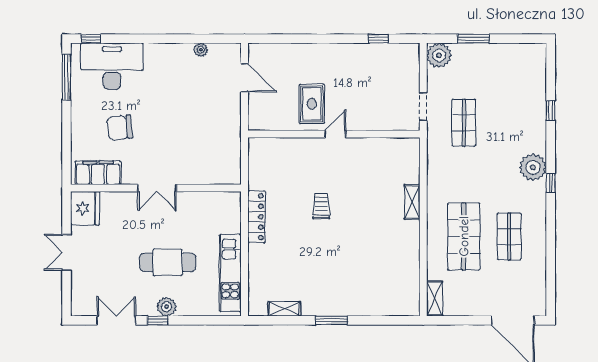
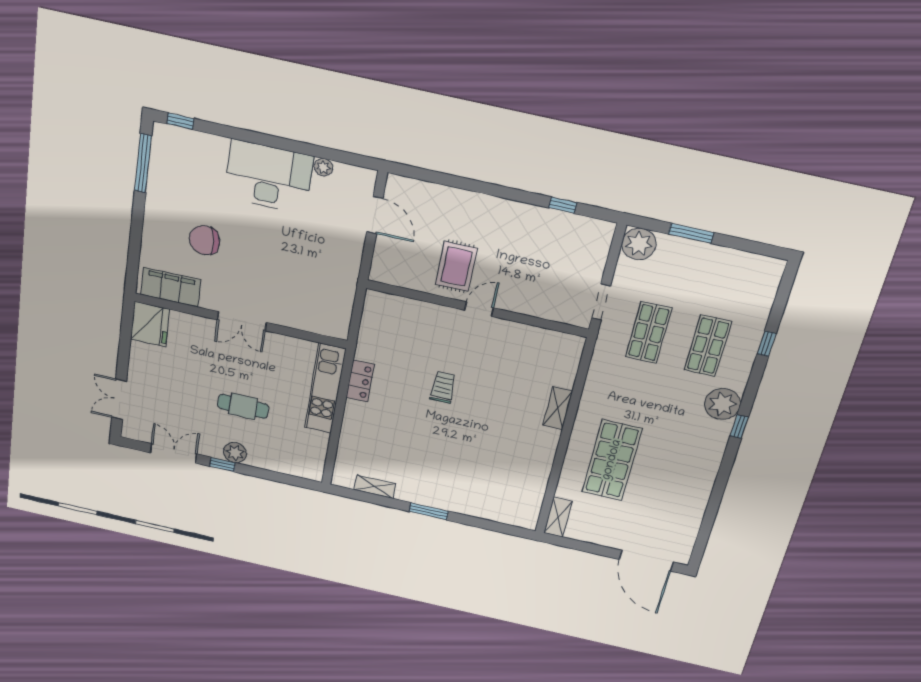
desk: (112, 66) -> (268, 177), moved
locker: (256, 217) -> (360, 381), width x0.66
shop shelf: (509, 236) -> (708, 346), moved
double door: (66, 252) -> (119, 399), moved
cafe table: (168, 262) -> (243, 406), width x0.73, depth x0.74
kitchen unit: (230, 273) -> (325, 388), moved

